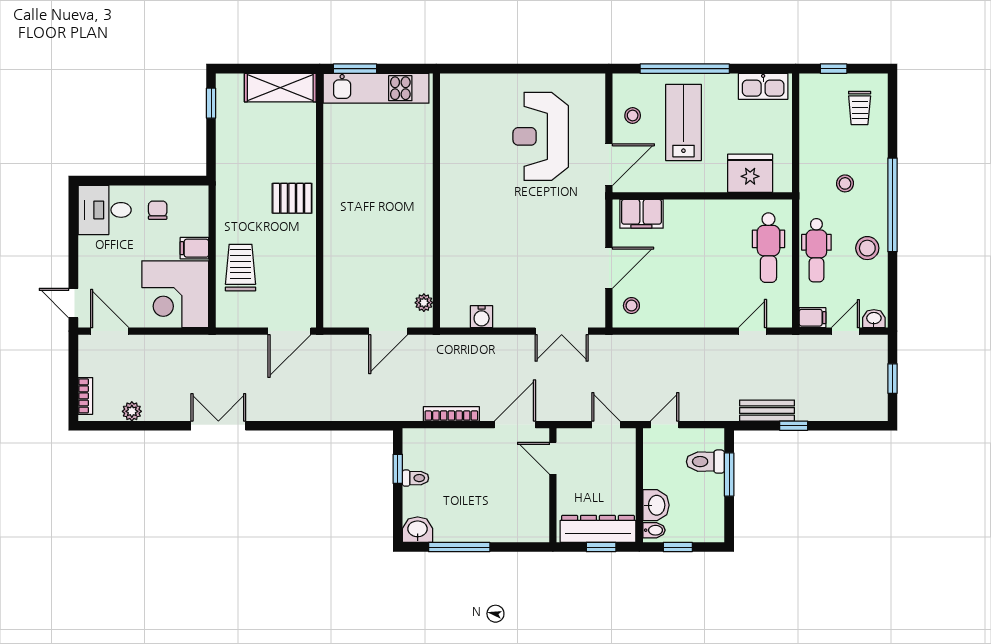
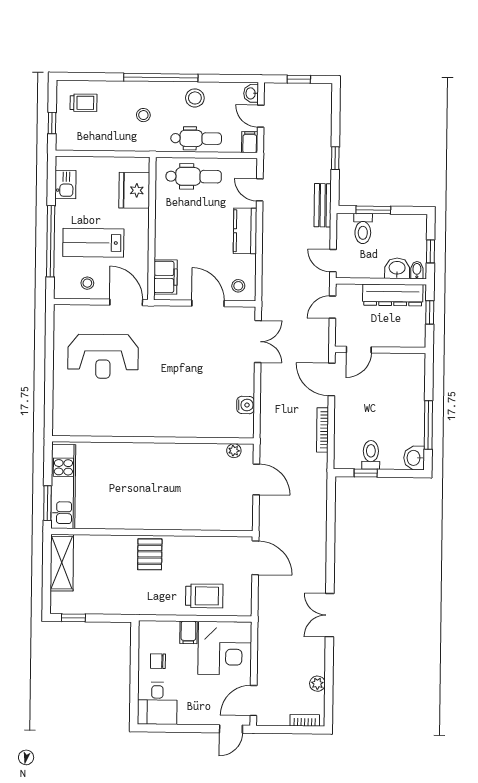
kitchen sink: (763, 86) -> (65, 184), width x0.73
trolley: (241, 268) -> (204, 596), turned 180
kitchen counter: (701, 313) -> (245, 231), added
bench: (767, 411) -> (323, 205), moved
toilet: (416, 478) -> (371, 455), width x1.37, depth x1.39
dresser: (598, 529) -> (393, 295), moved, turned -90

